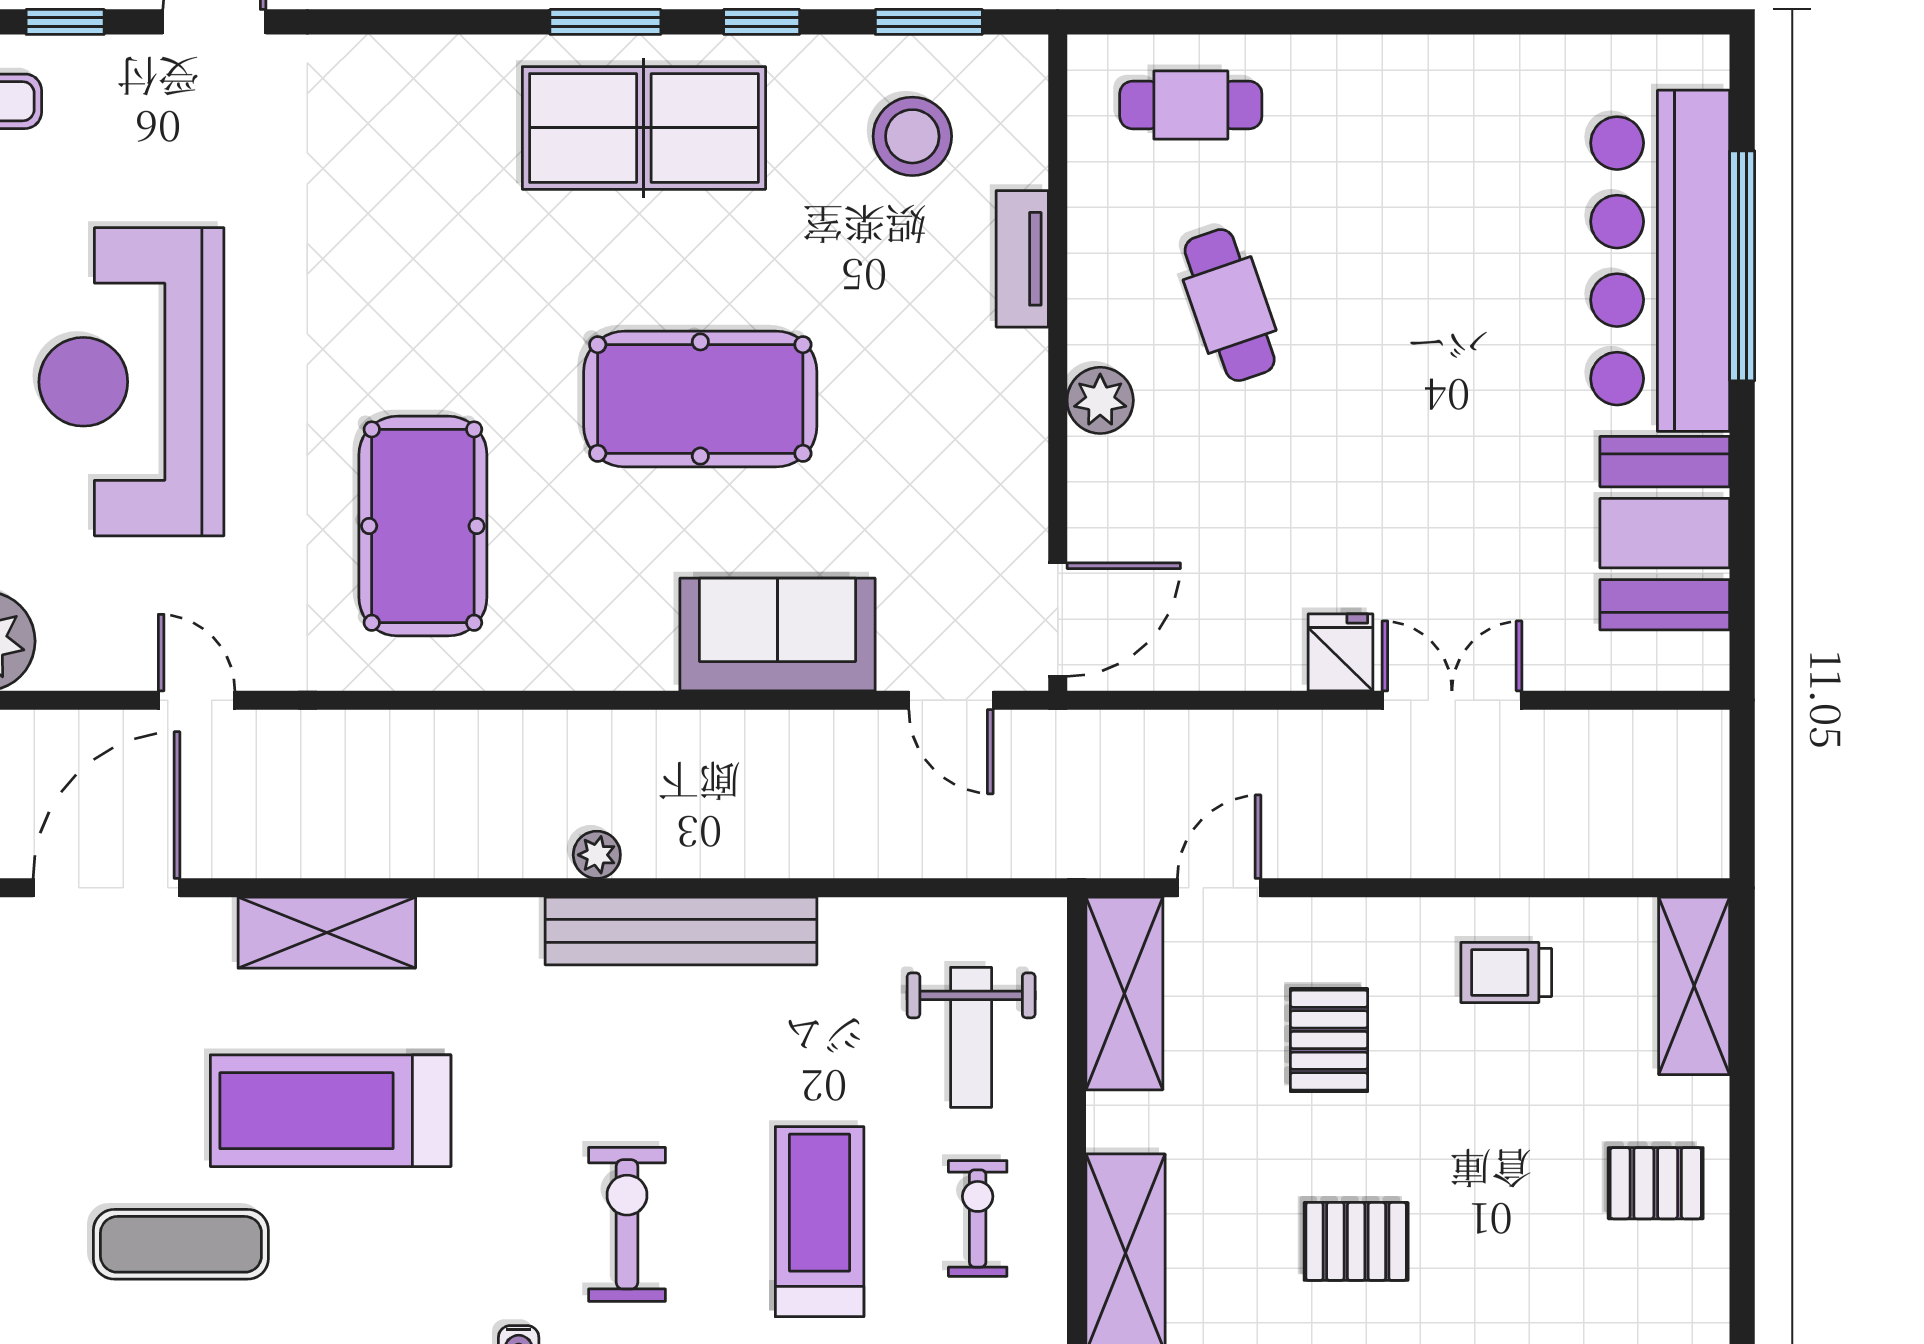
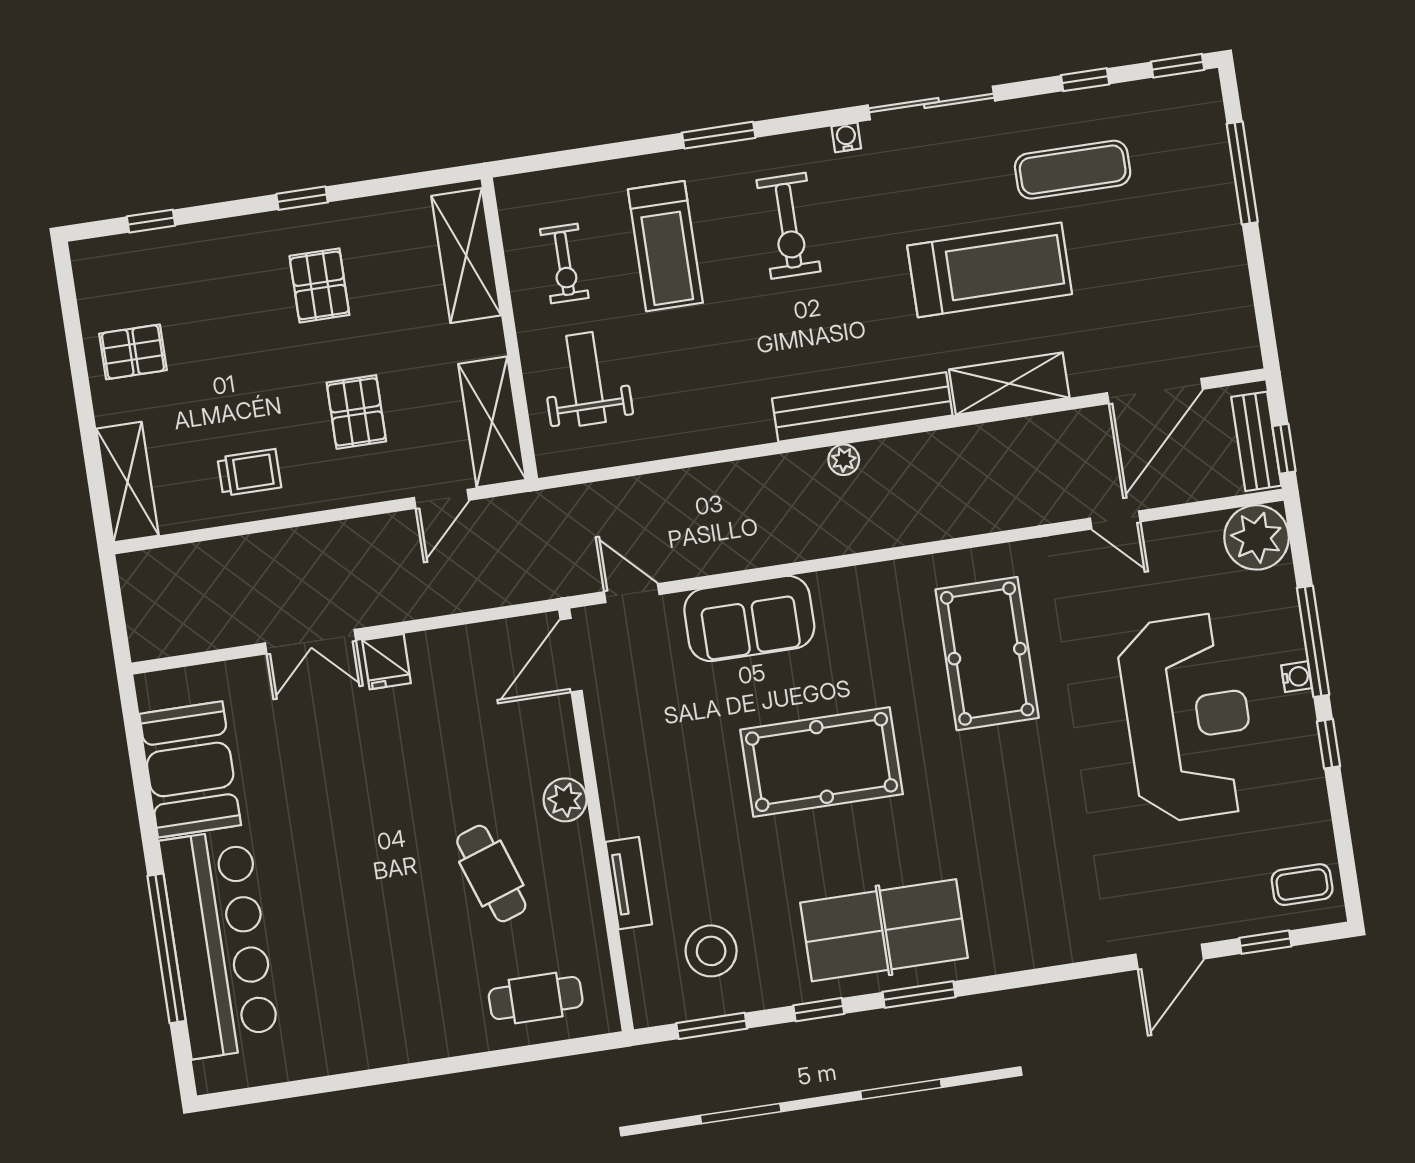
bench: (681, 931) -> (862, 407), moved
pallet: (1356, 1241) -> (319, 285), turned 90

